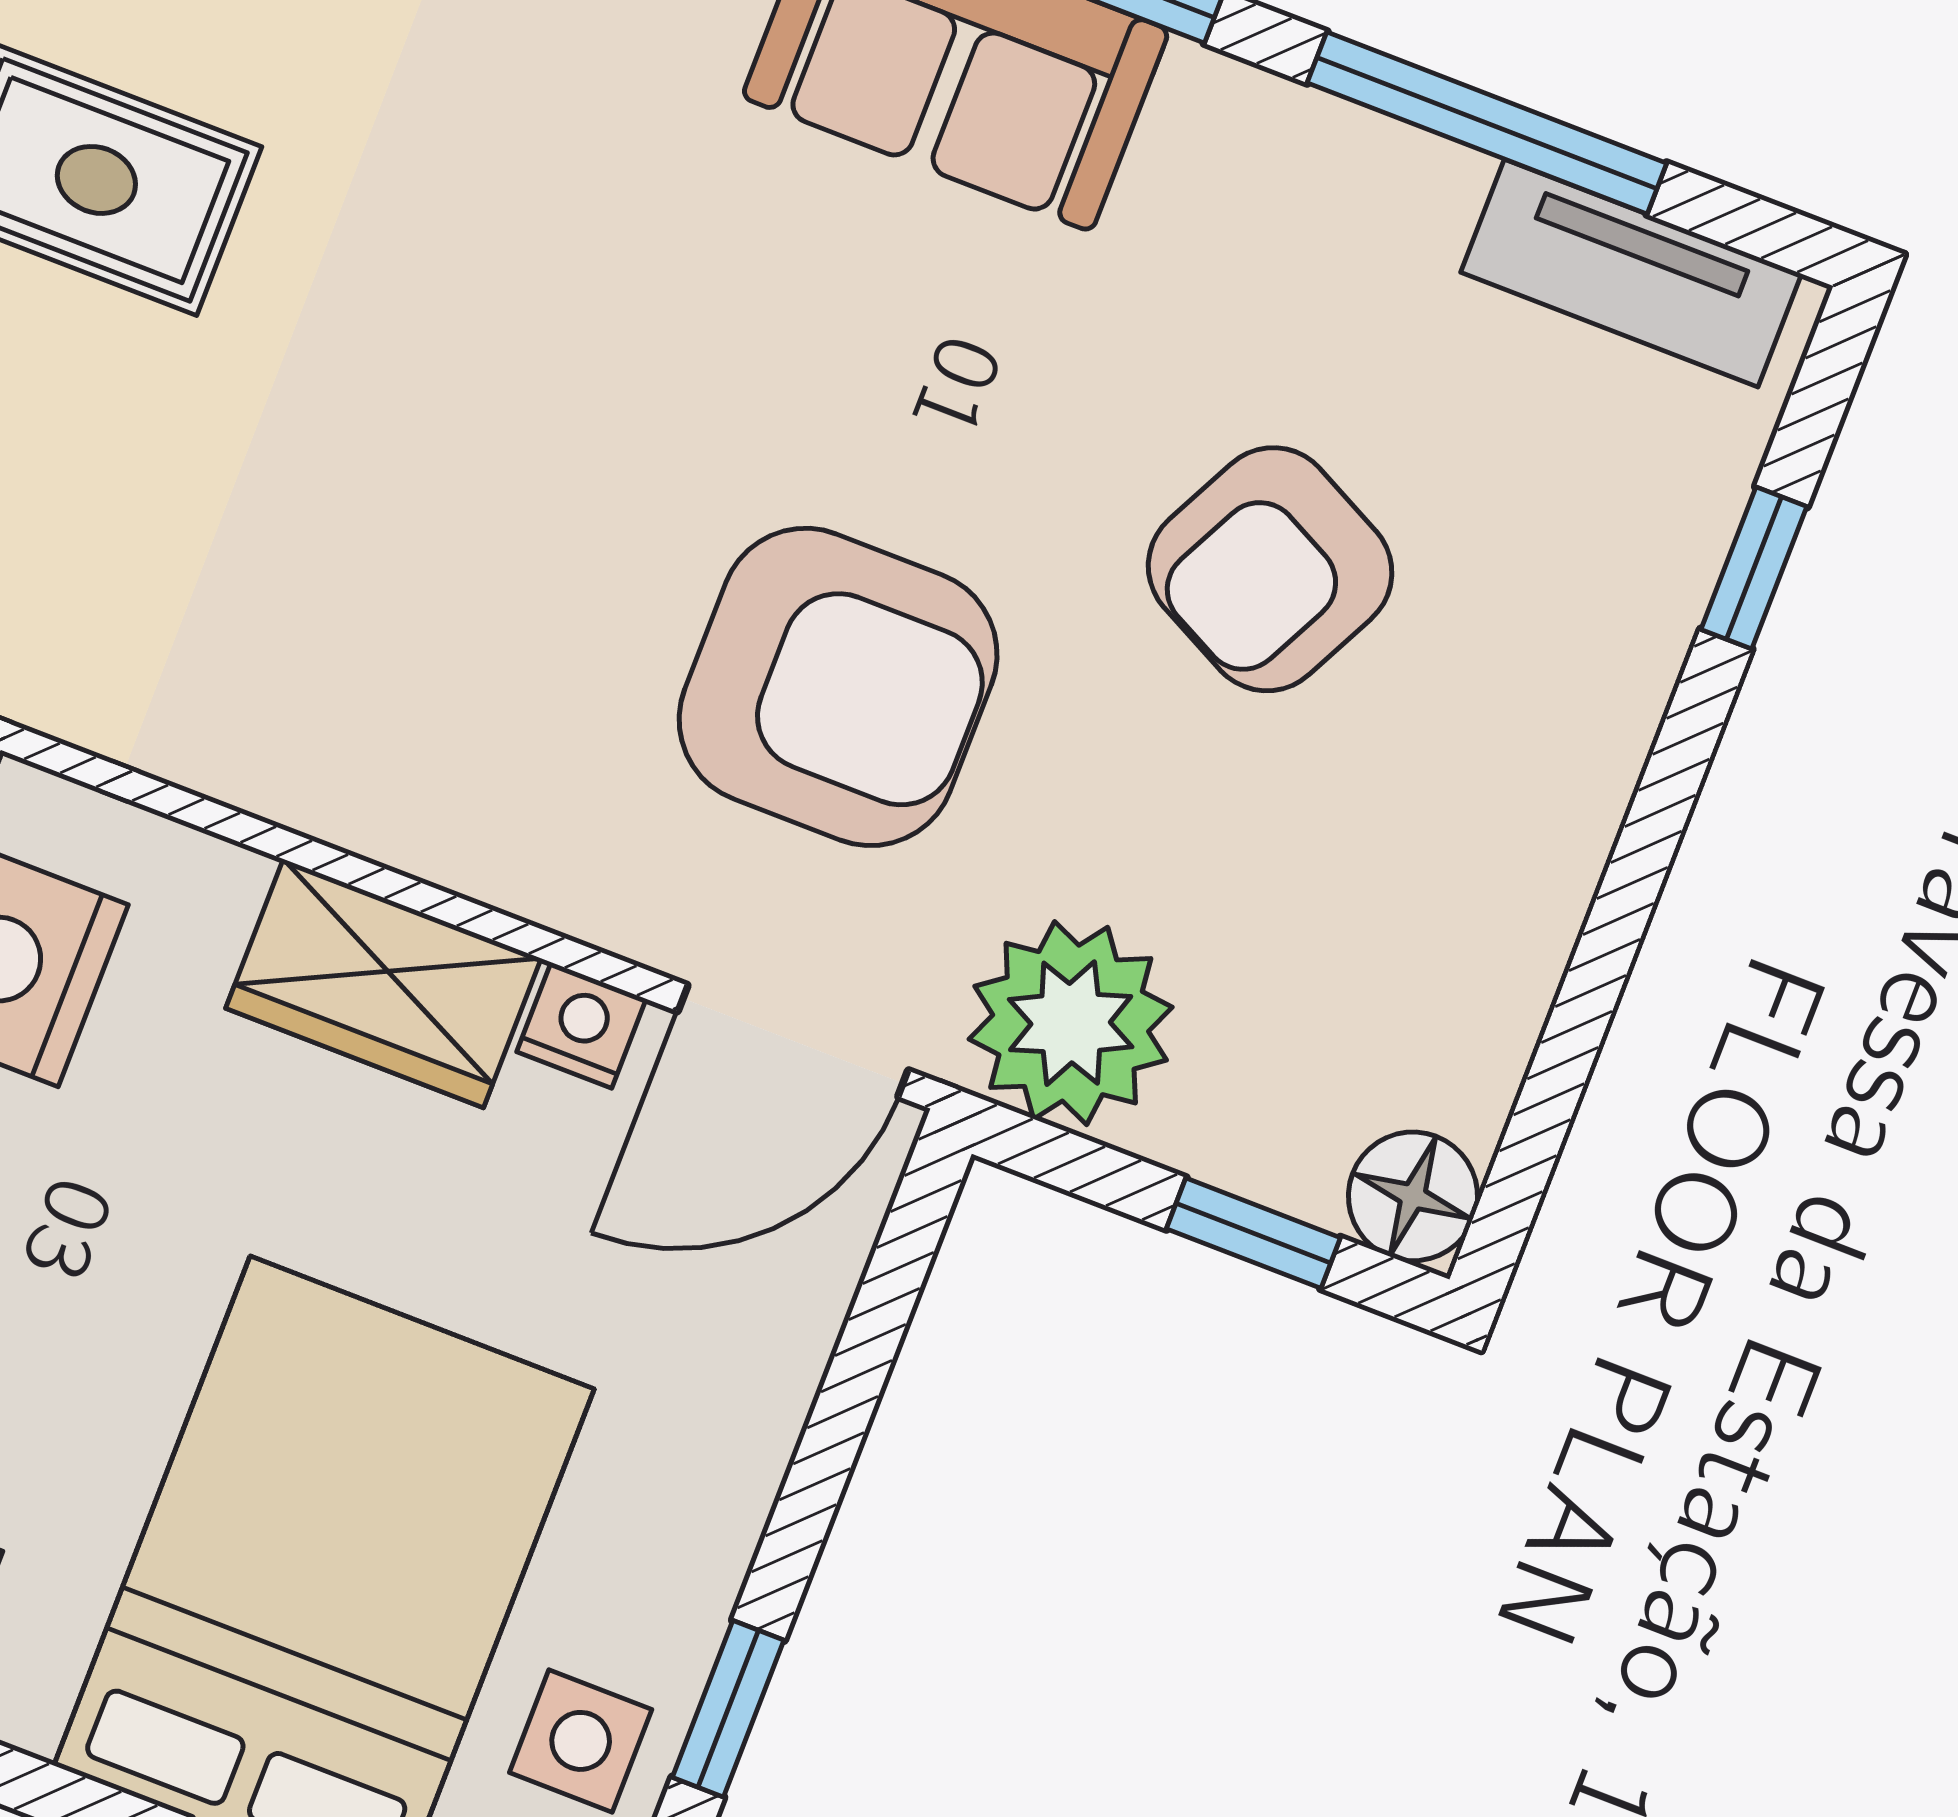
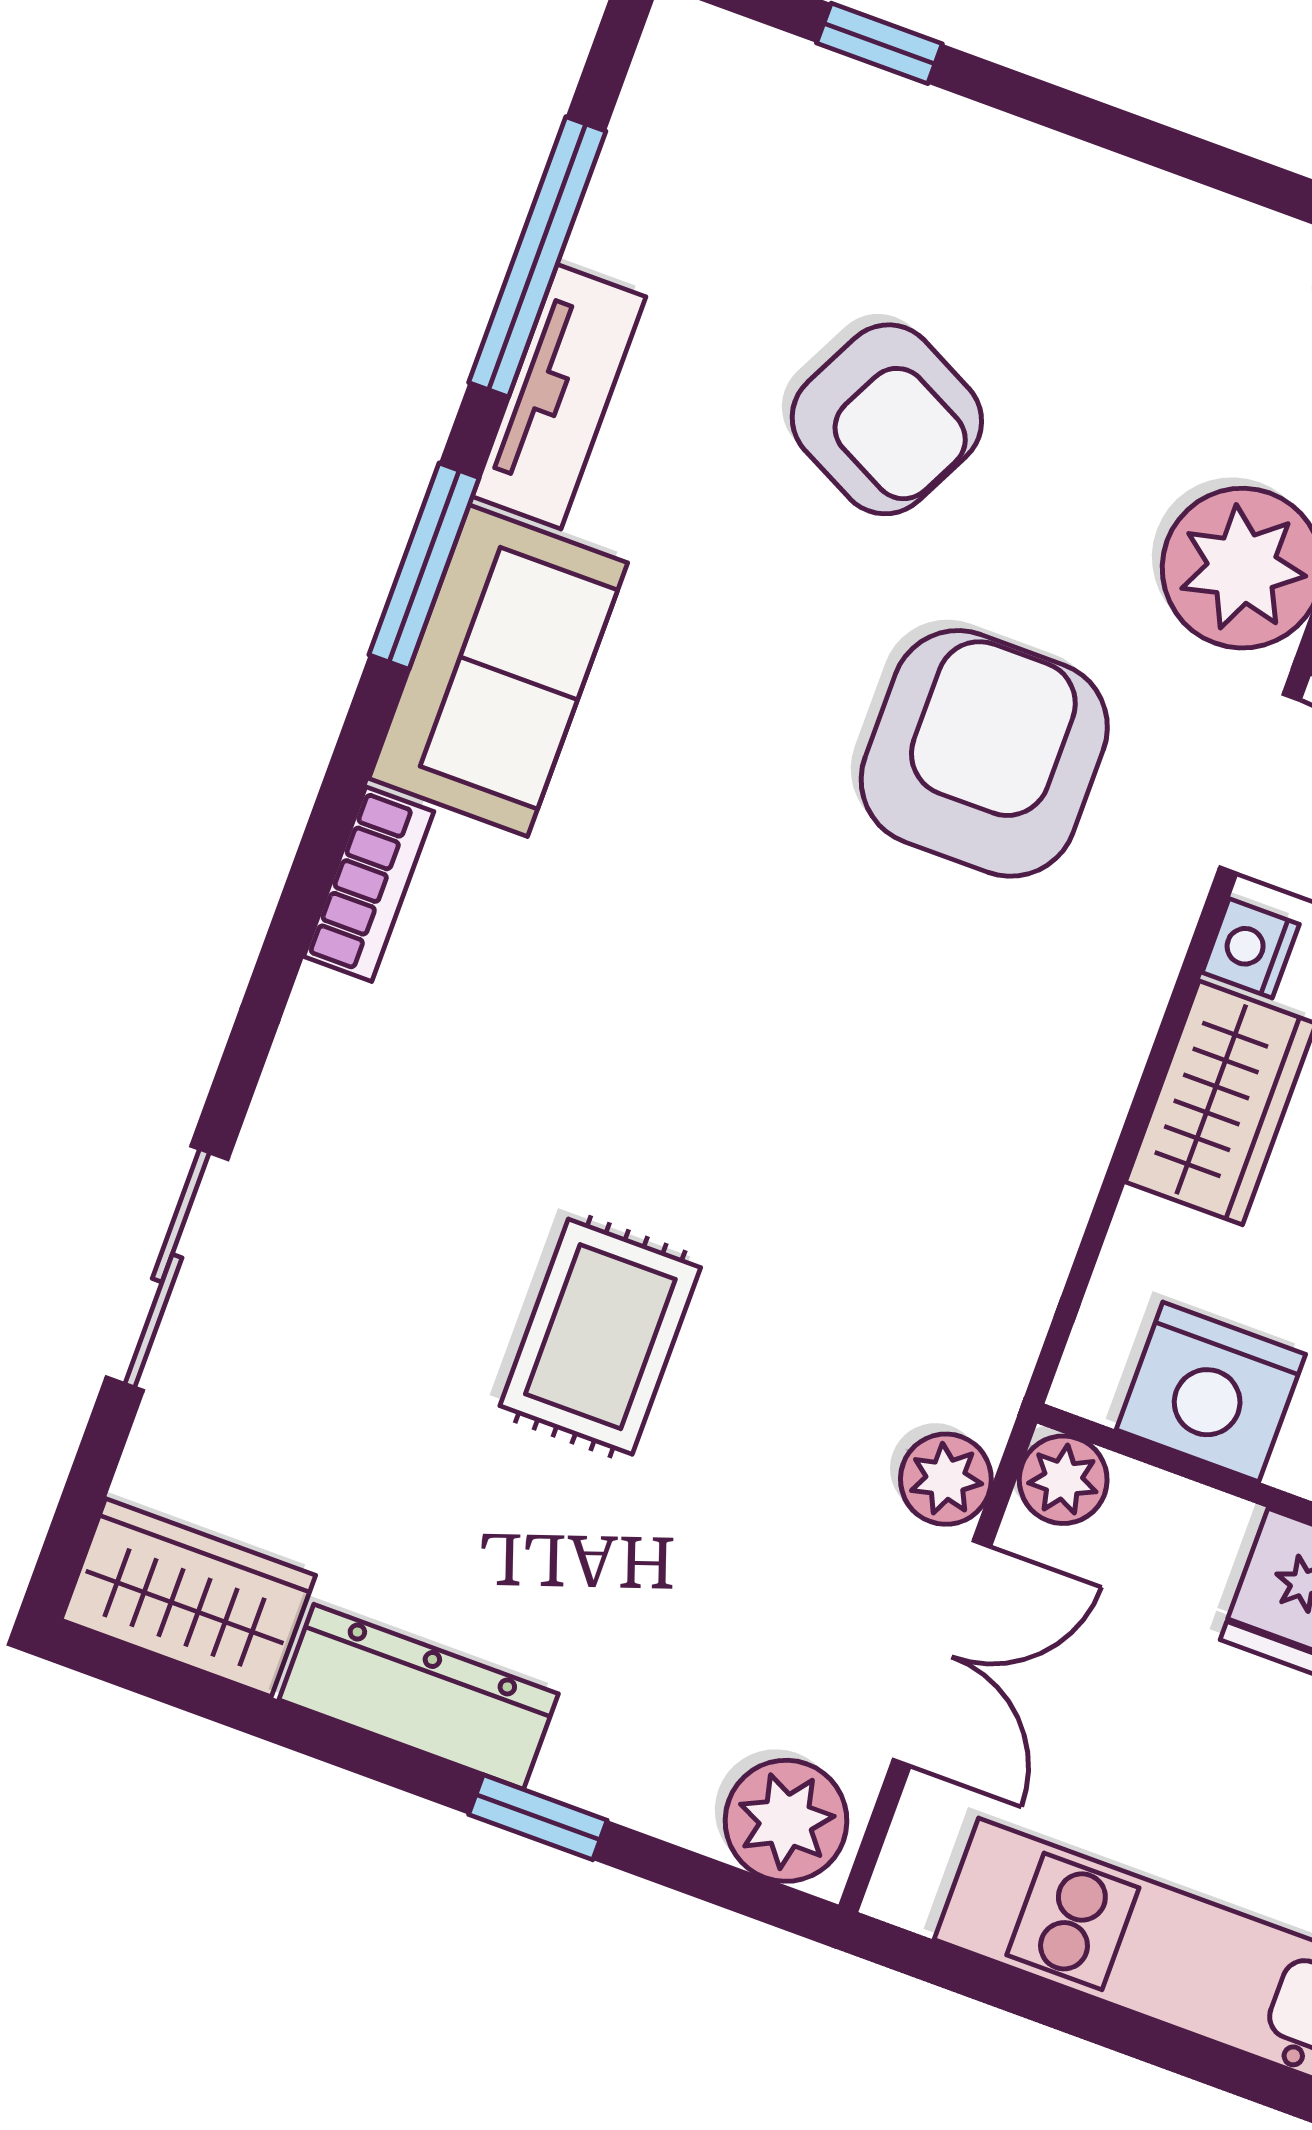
tv unit: (1631, 273) -> (559, 397), moved

